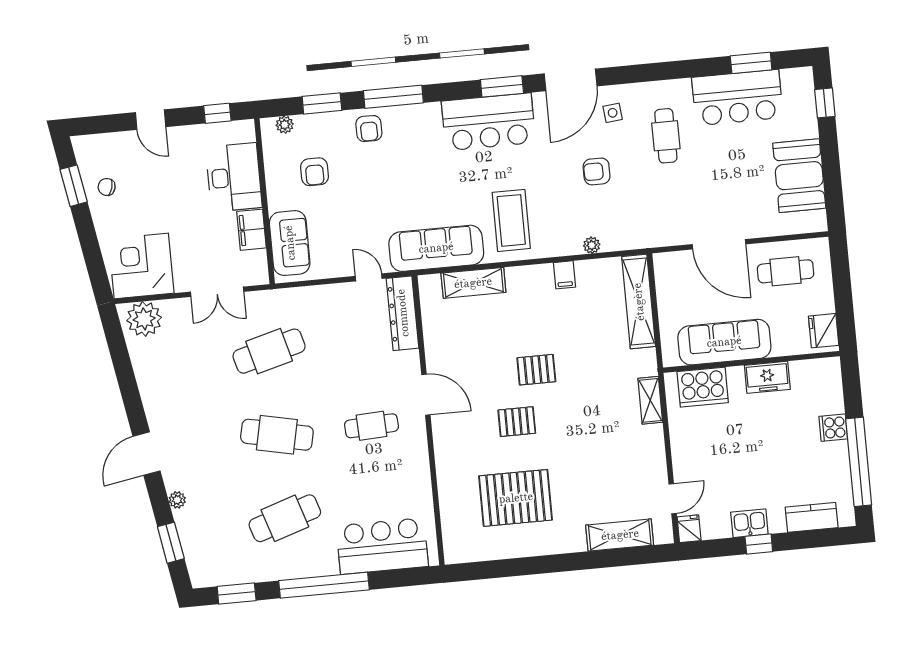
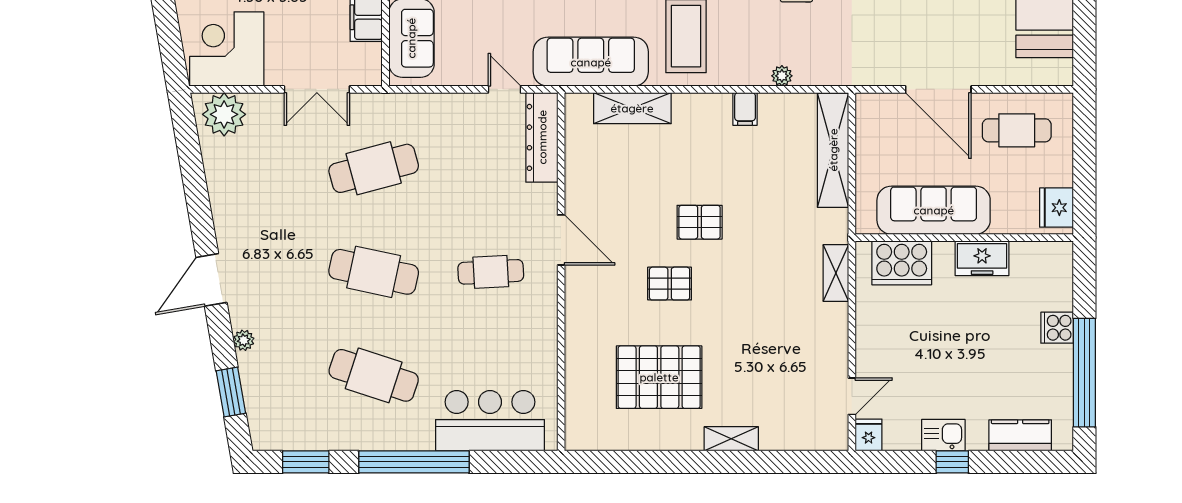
cafe table: (285, 518) -> (374, 375), turned 36
shelving: (620, 535) -> (731, 439), moved, width x0.67, depth x0.75

